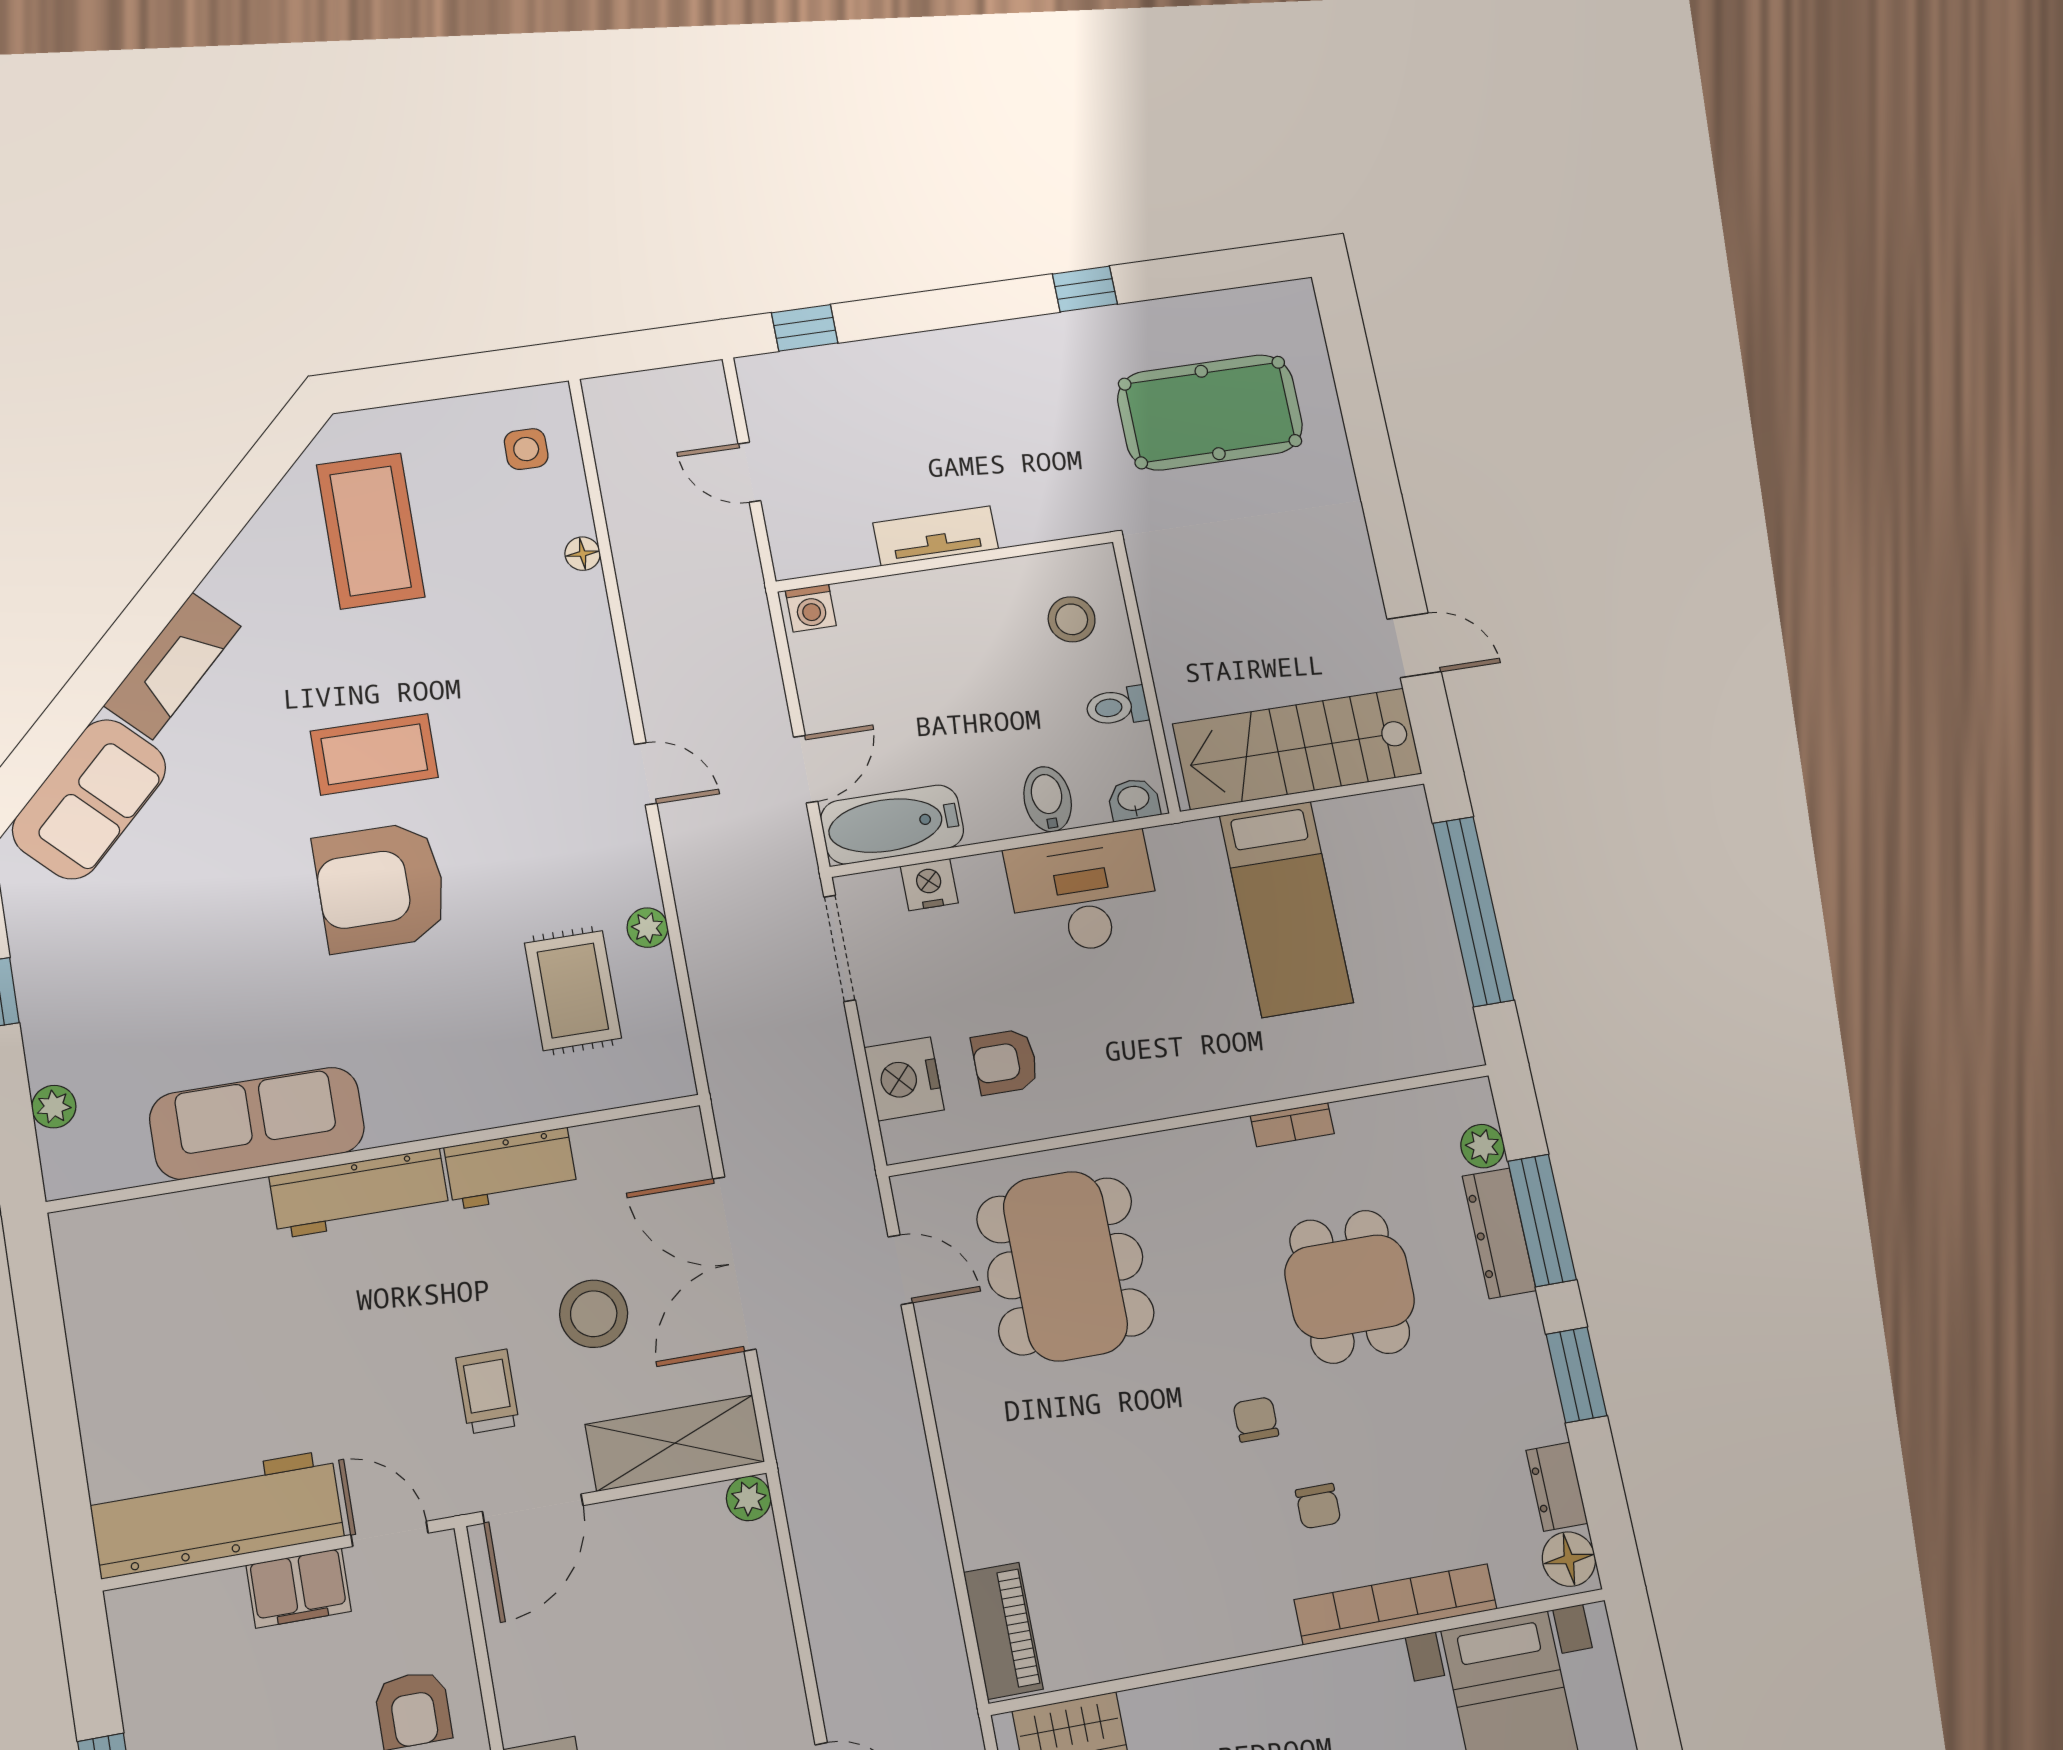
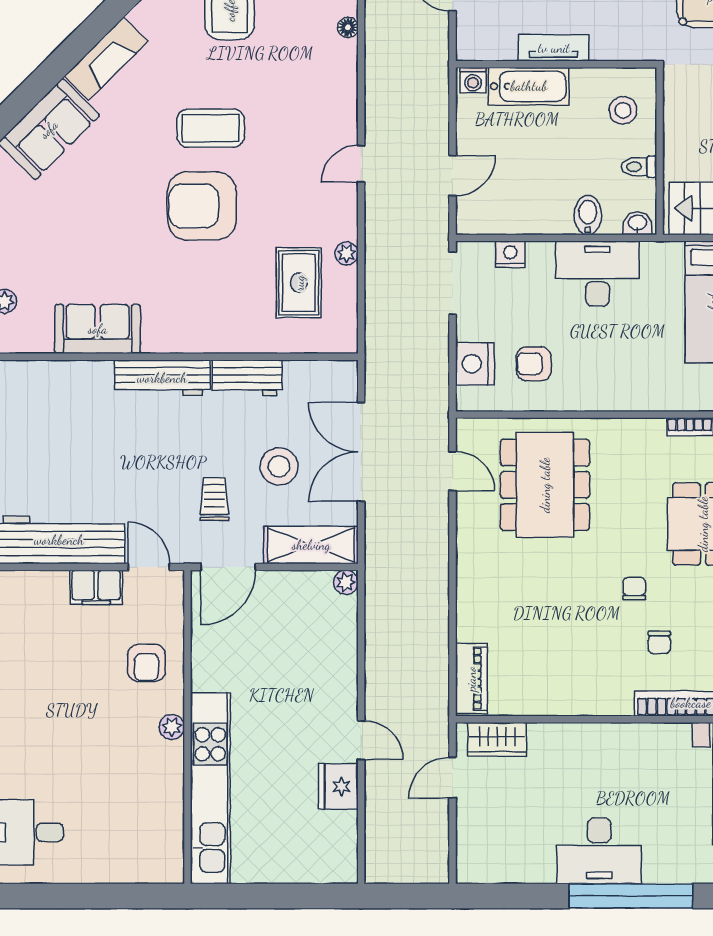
door: (646, 774) -> (361, 164), swing flipped
bathtub: (892, 825) -> (529, 86), moved, turned 180
sofa: (257, 1123) -> (98, 329), width x0.73

